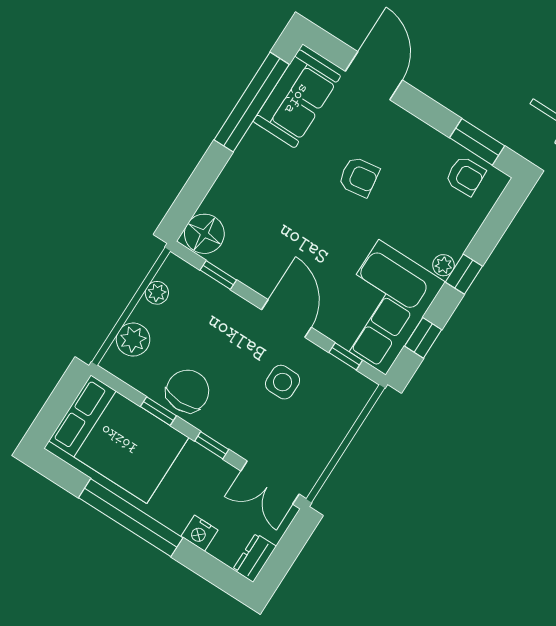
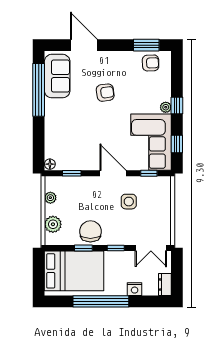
floor lamp: (204, 234) -> (50, 164), width x0.53, depth x0.53

